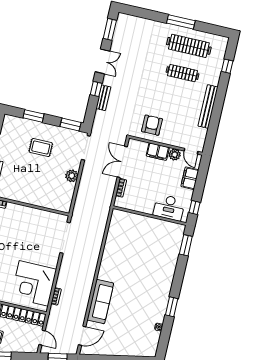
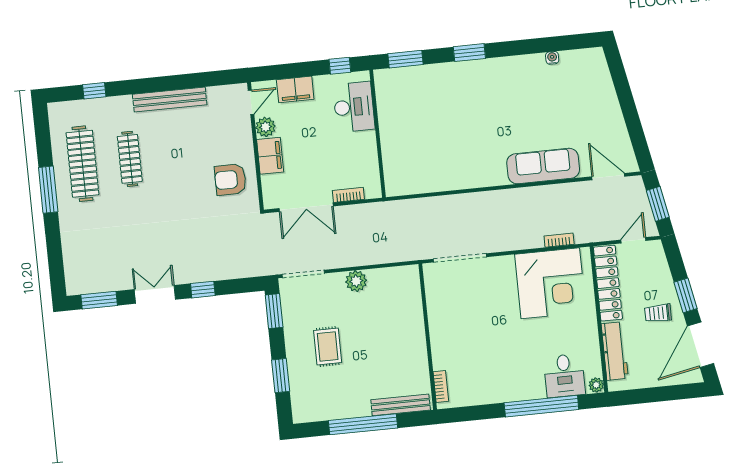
bench: (103, 98) -> (213, 273), removed
window: (172, 307) -> (469, 53), moved

